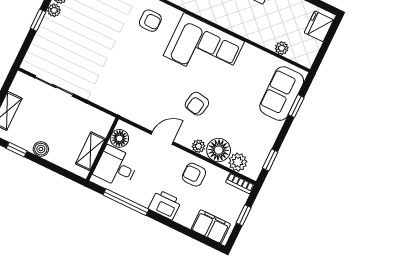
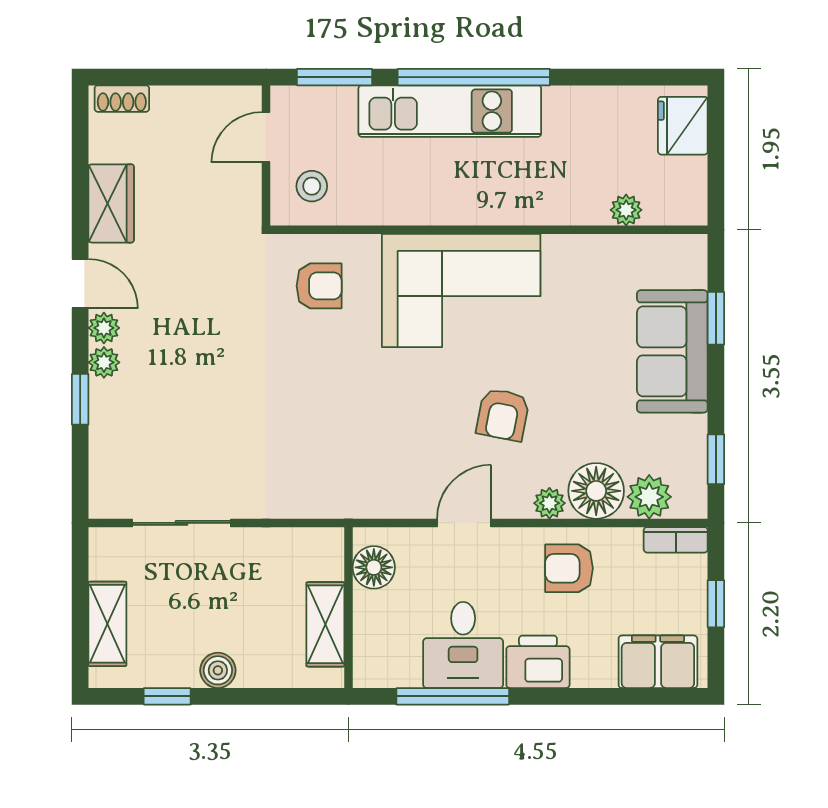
sofa: (282, 94) -> (672, 351), moved
desk: (116, 167) -> (463, 645), moved, turned -90

